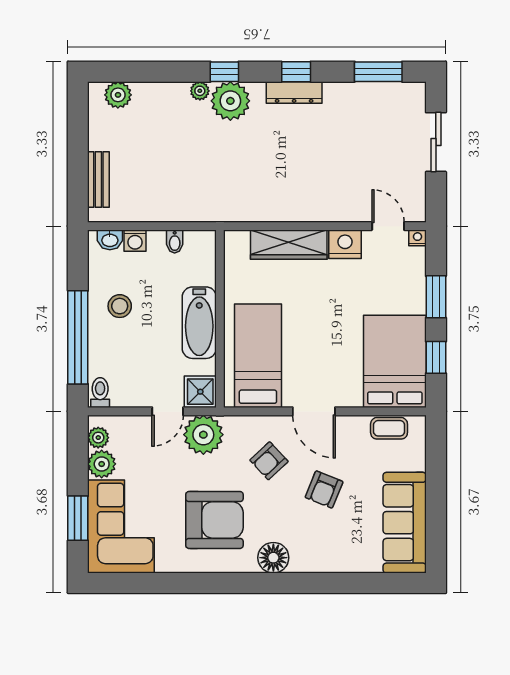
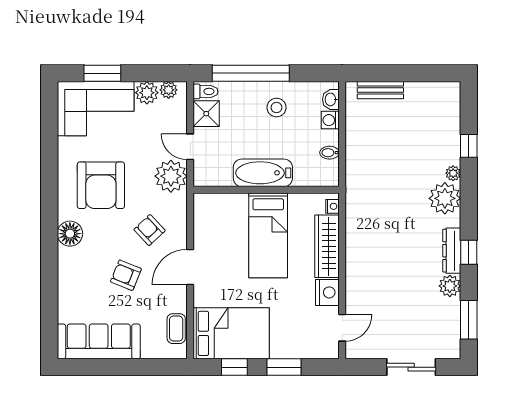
window: (224, 72) -> (469, 146), moved
plant: (118, 95) -> (450, 286), moved
nightstand: (418, 238) -> (332, 206), moved
bed: (258, 356) -> (268, 235), moved, turned 90
shower: (200, 392) -> (206, 114), moved

